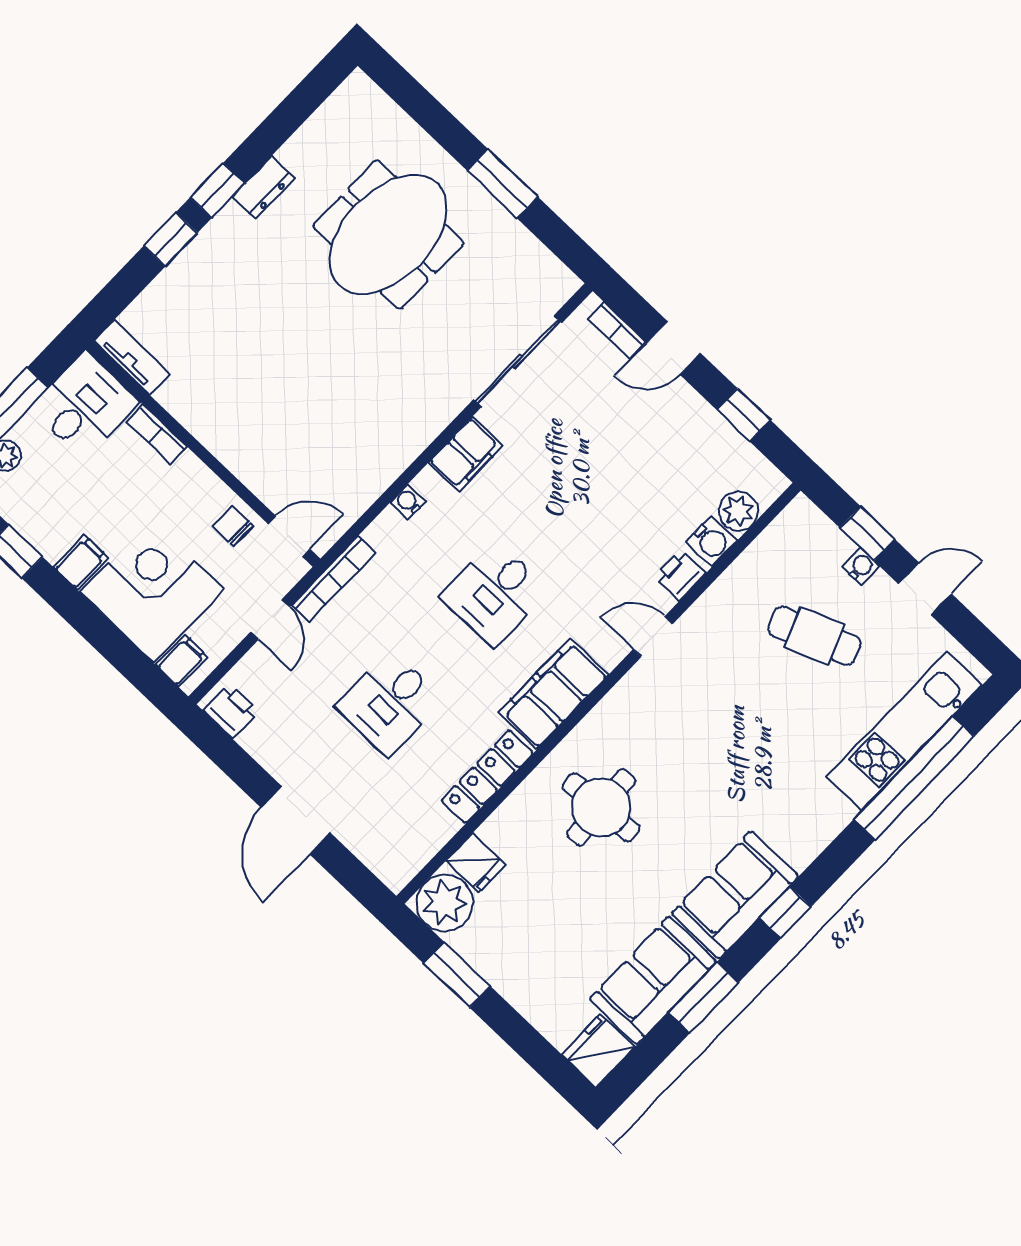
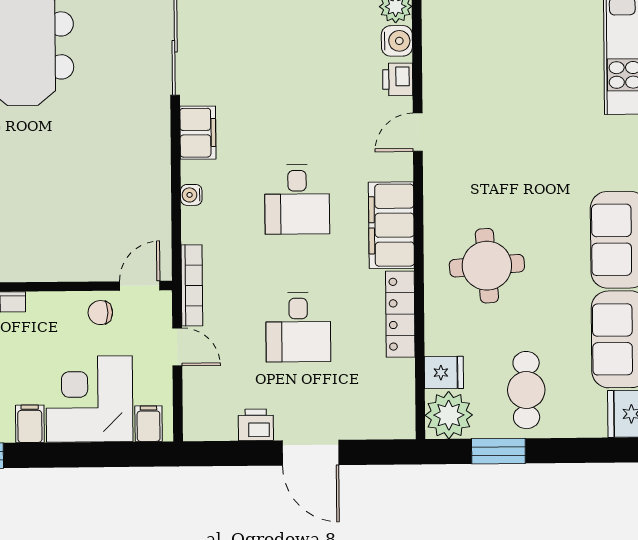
cafe table: (815, 636) -> (526, 390), moved, turned -68
printer: (231, 711) -> (256, 425), moved

